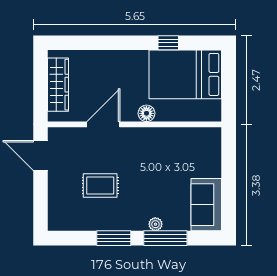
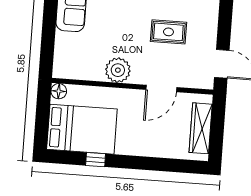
floor lamp: (146, 113) -> (59, 91), moved
plant: (151, 141) -> (118, 70), added

